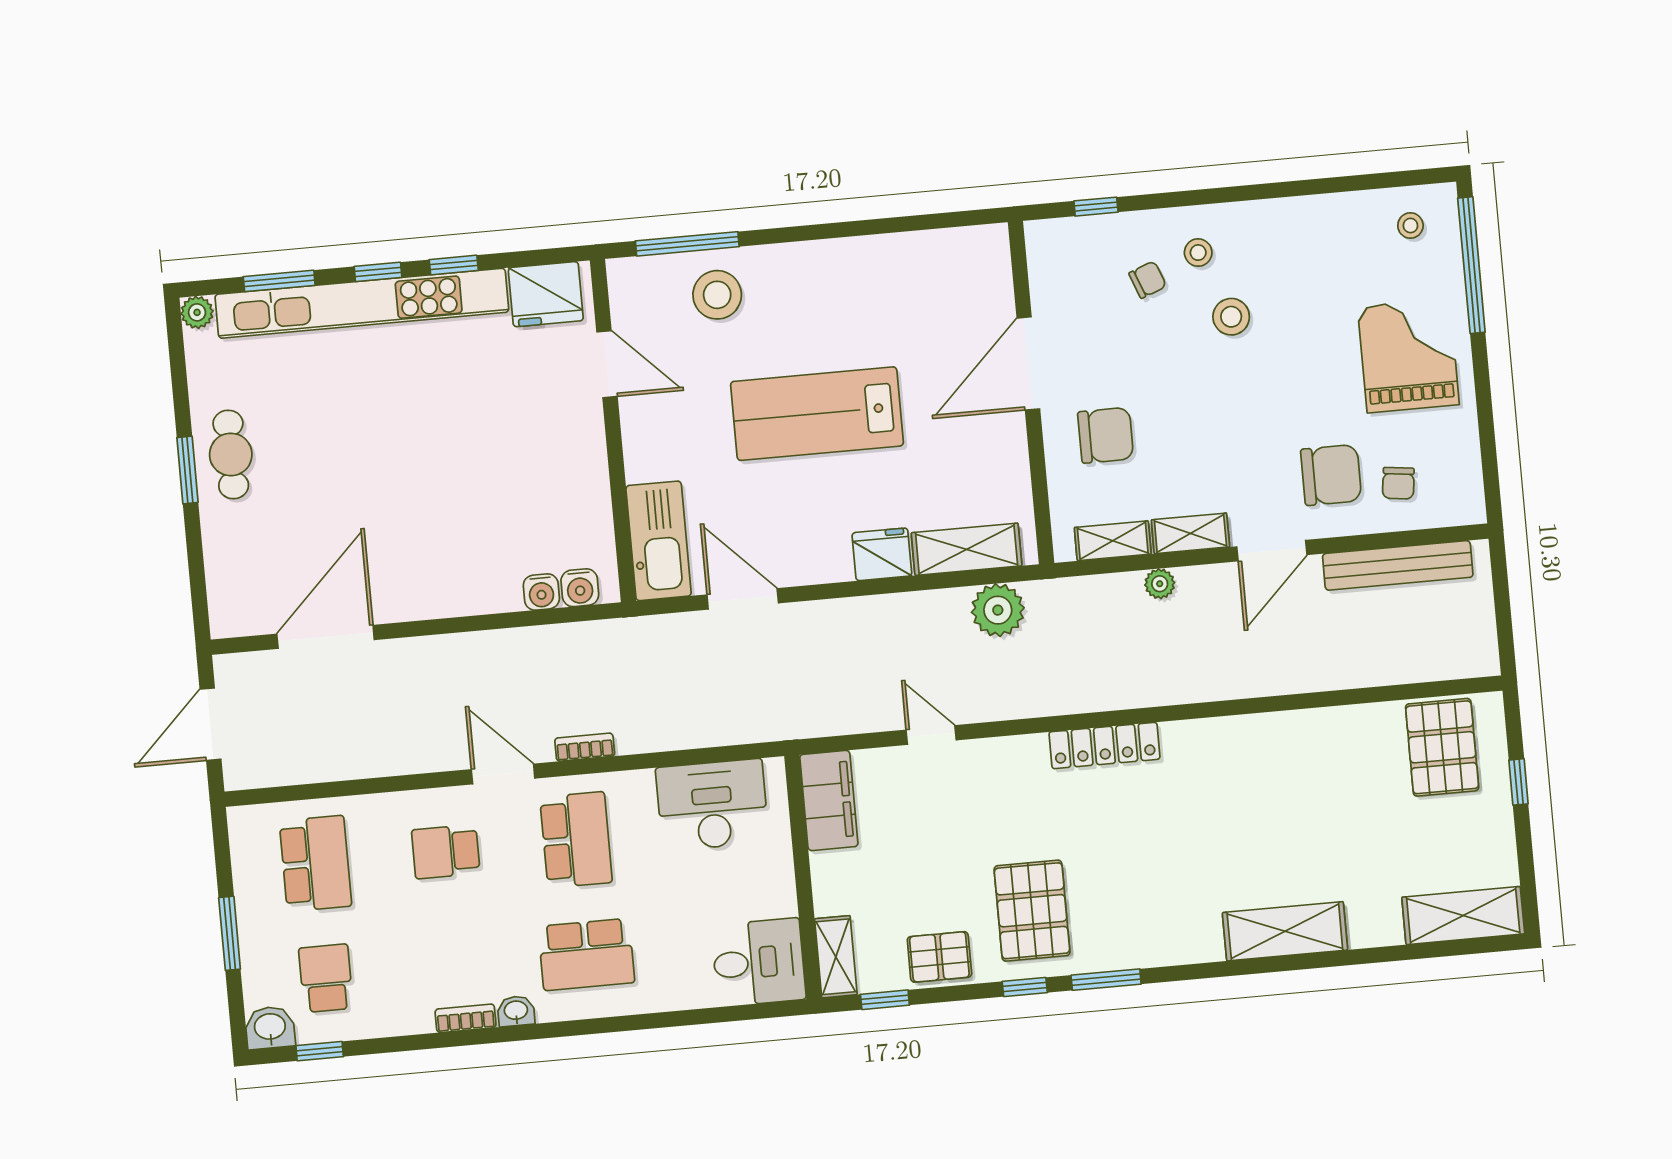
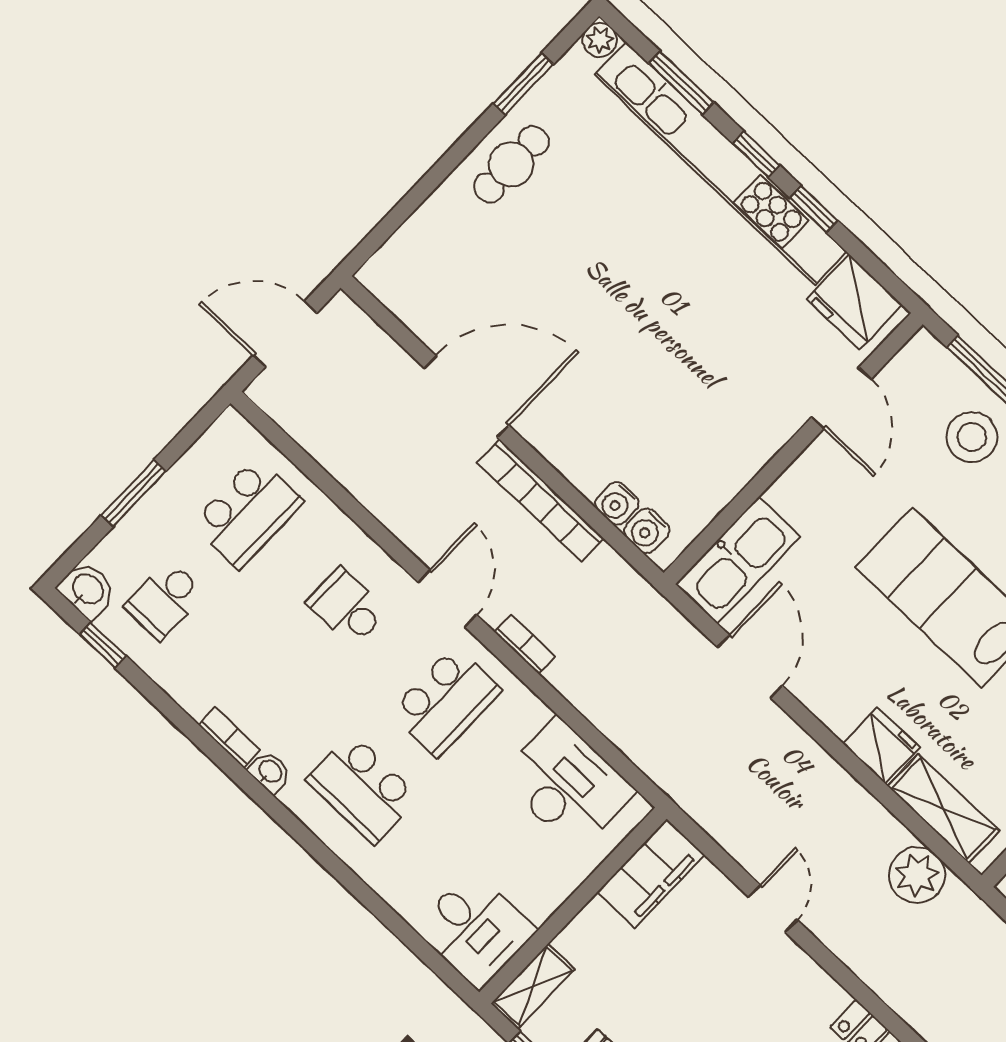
window: (187, 470) -> (524, 84), moved
door: (326, 637) -> (467, 396), moved
bookcase: (491, 645) -> (541, 500), added
school desk: (326, 978) -> (165, 600), turned 180

